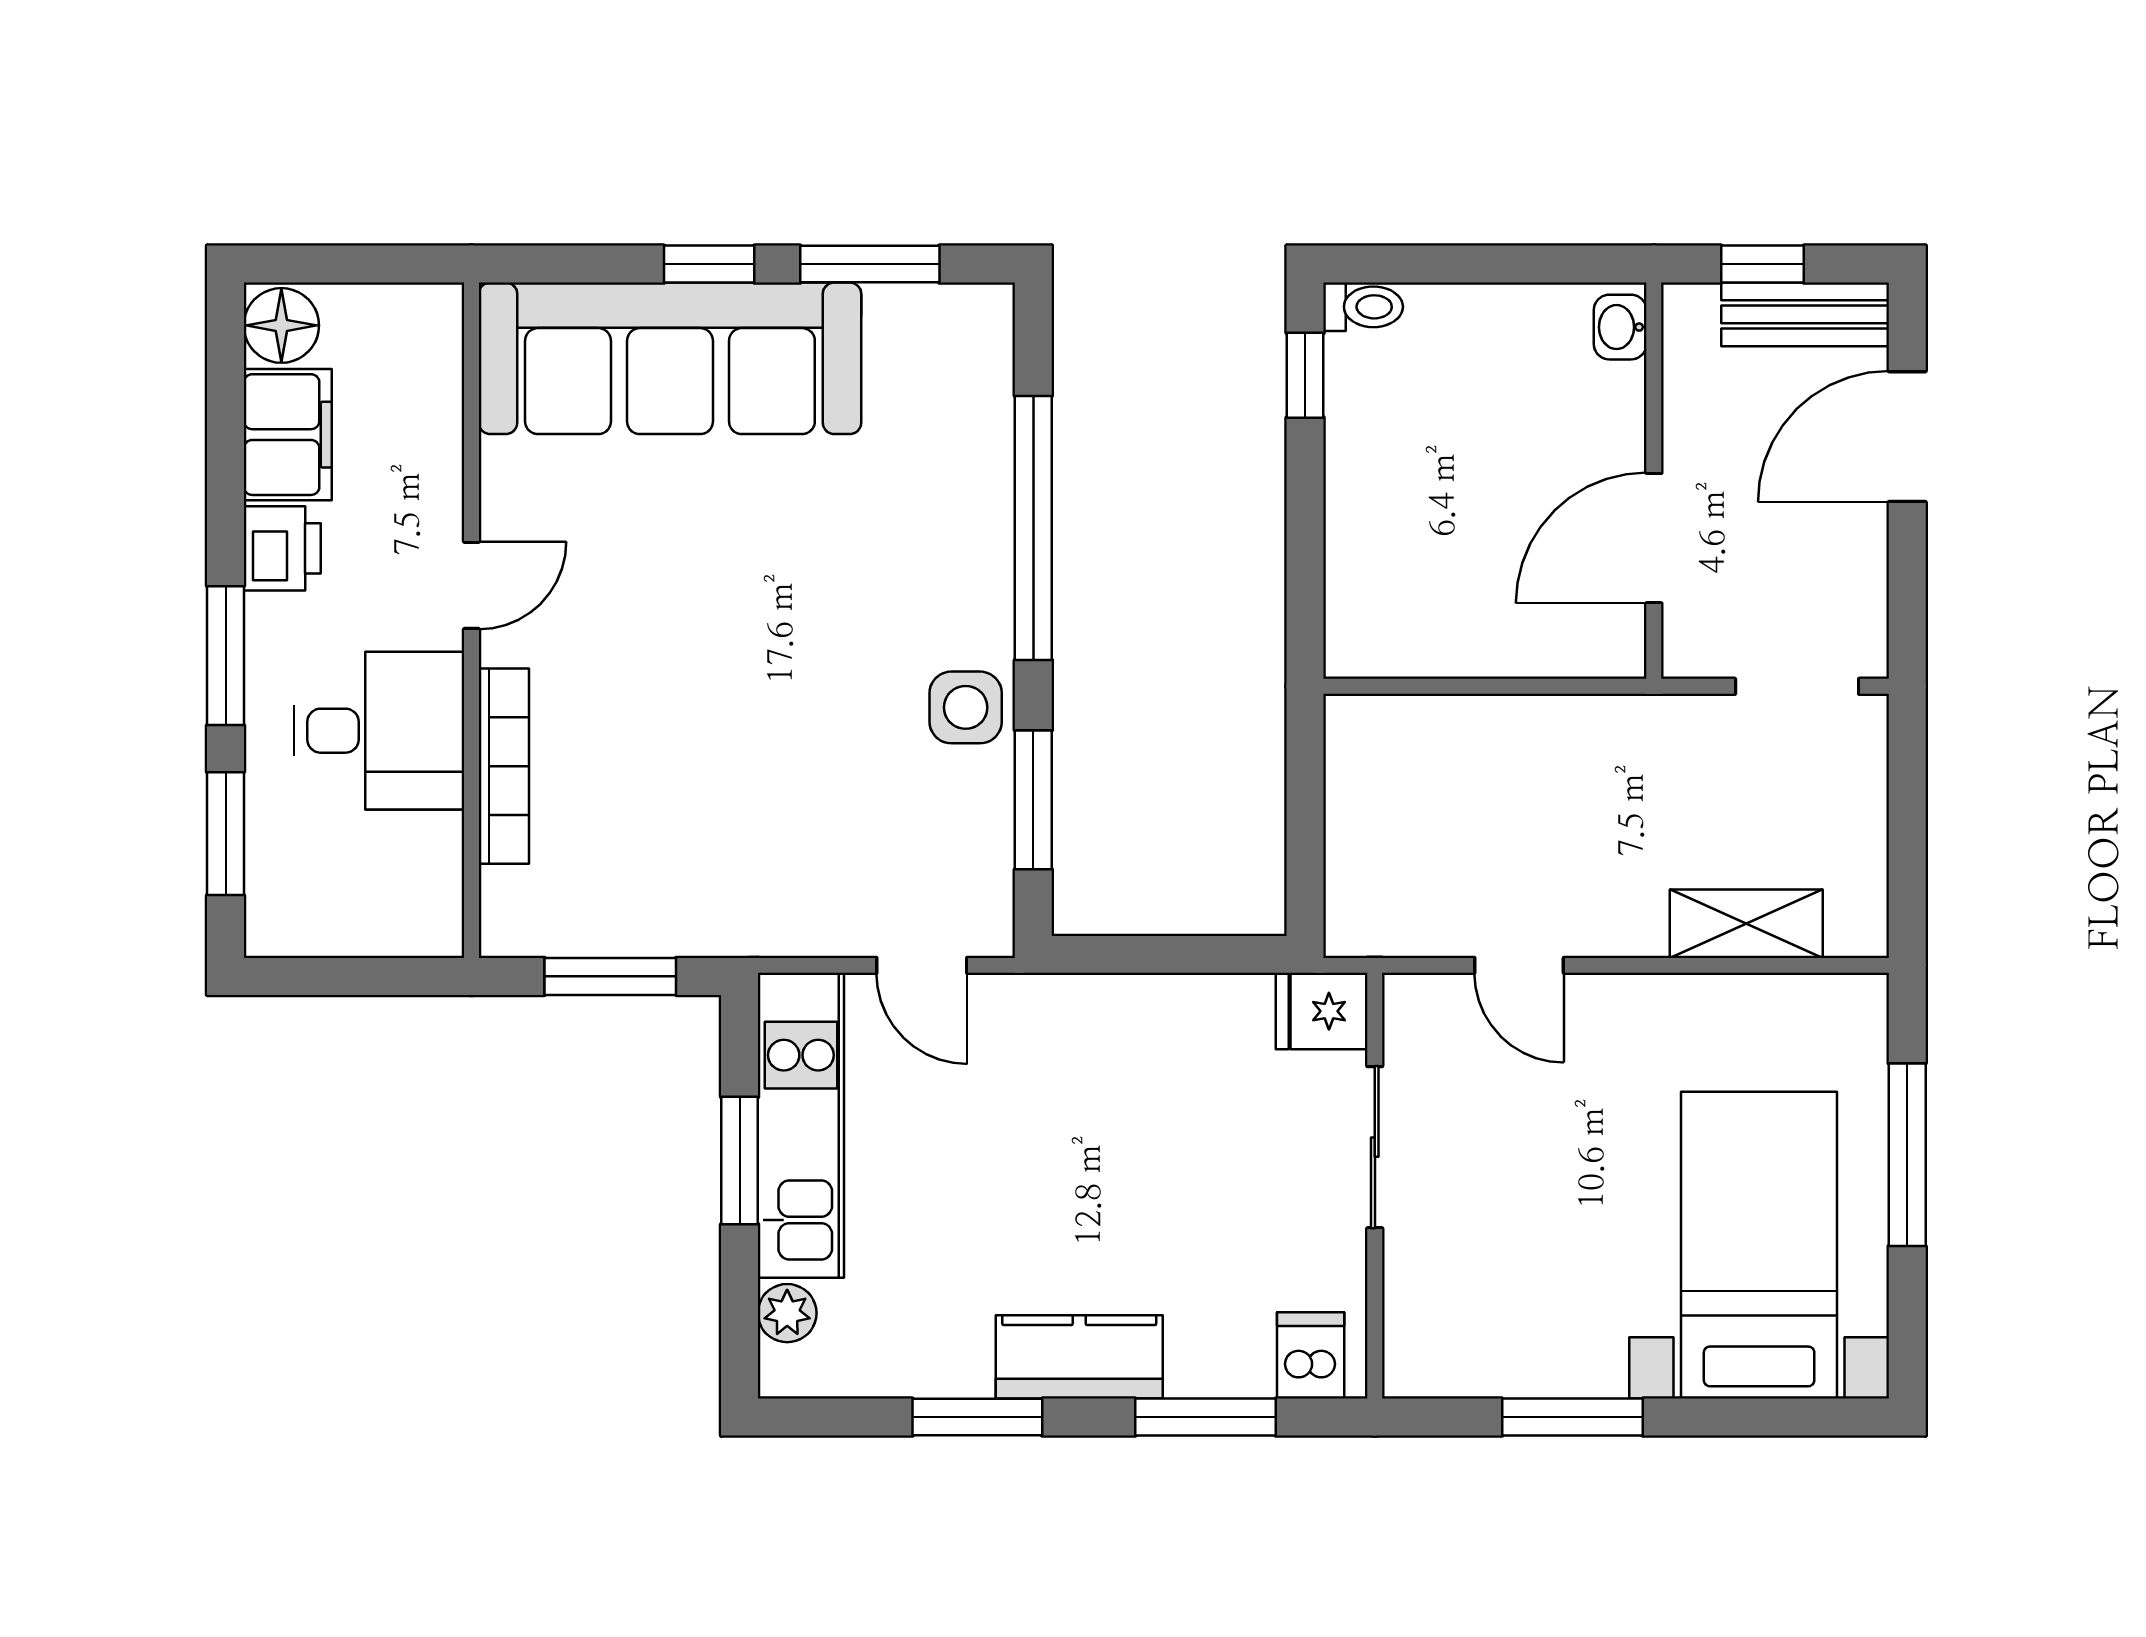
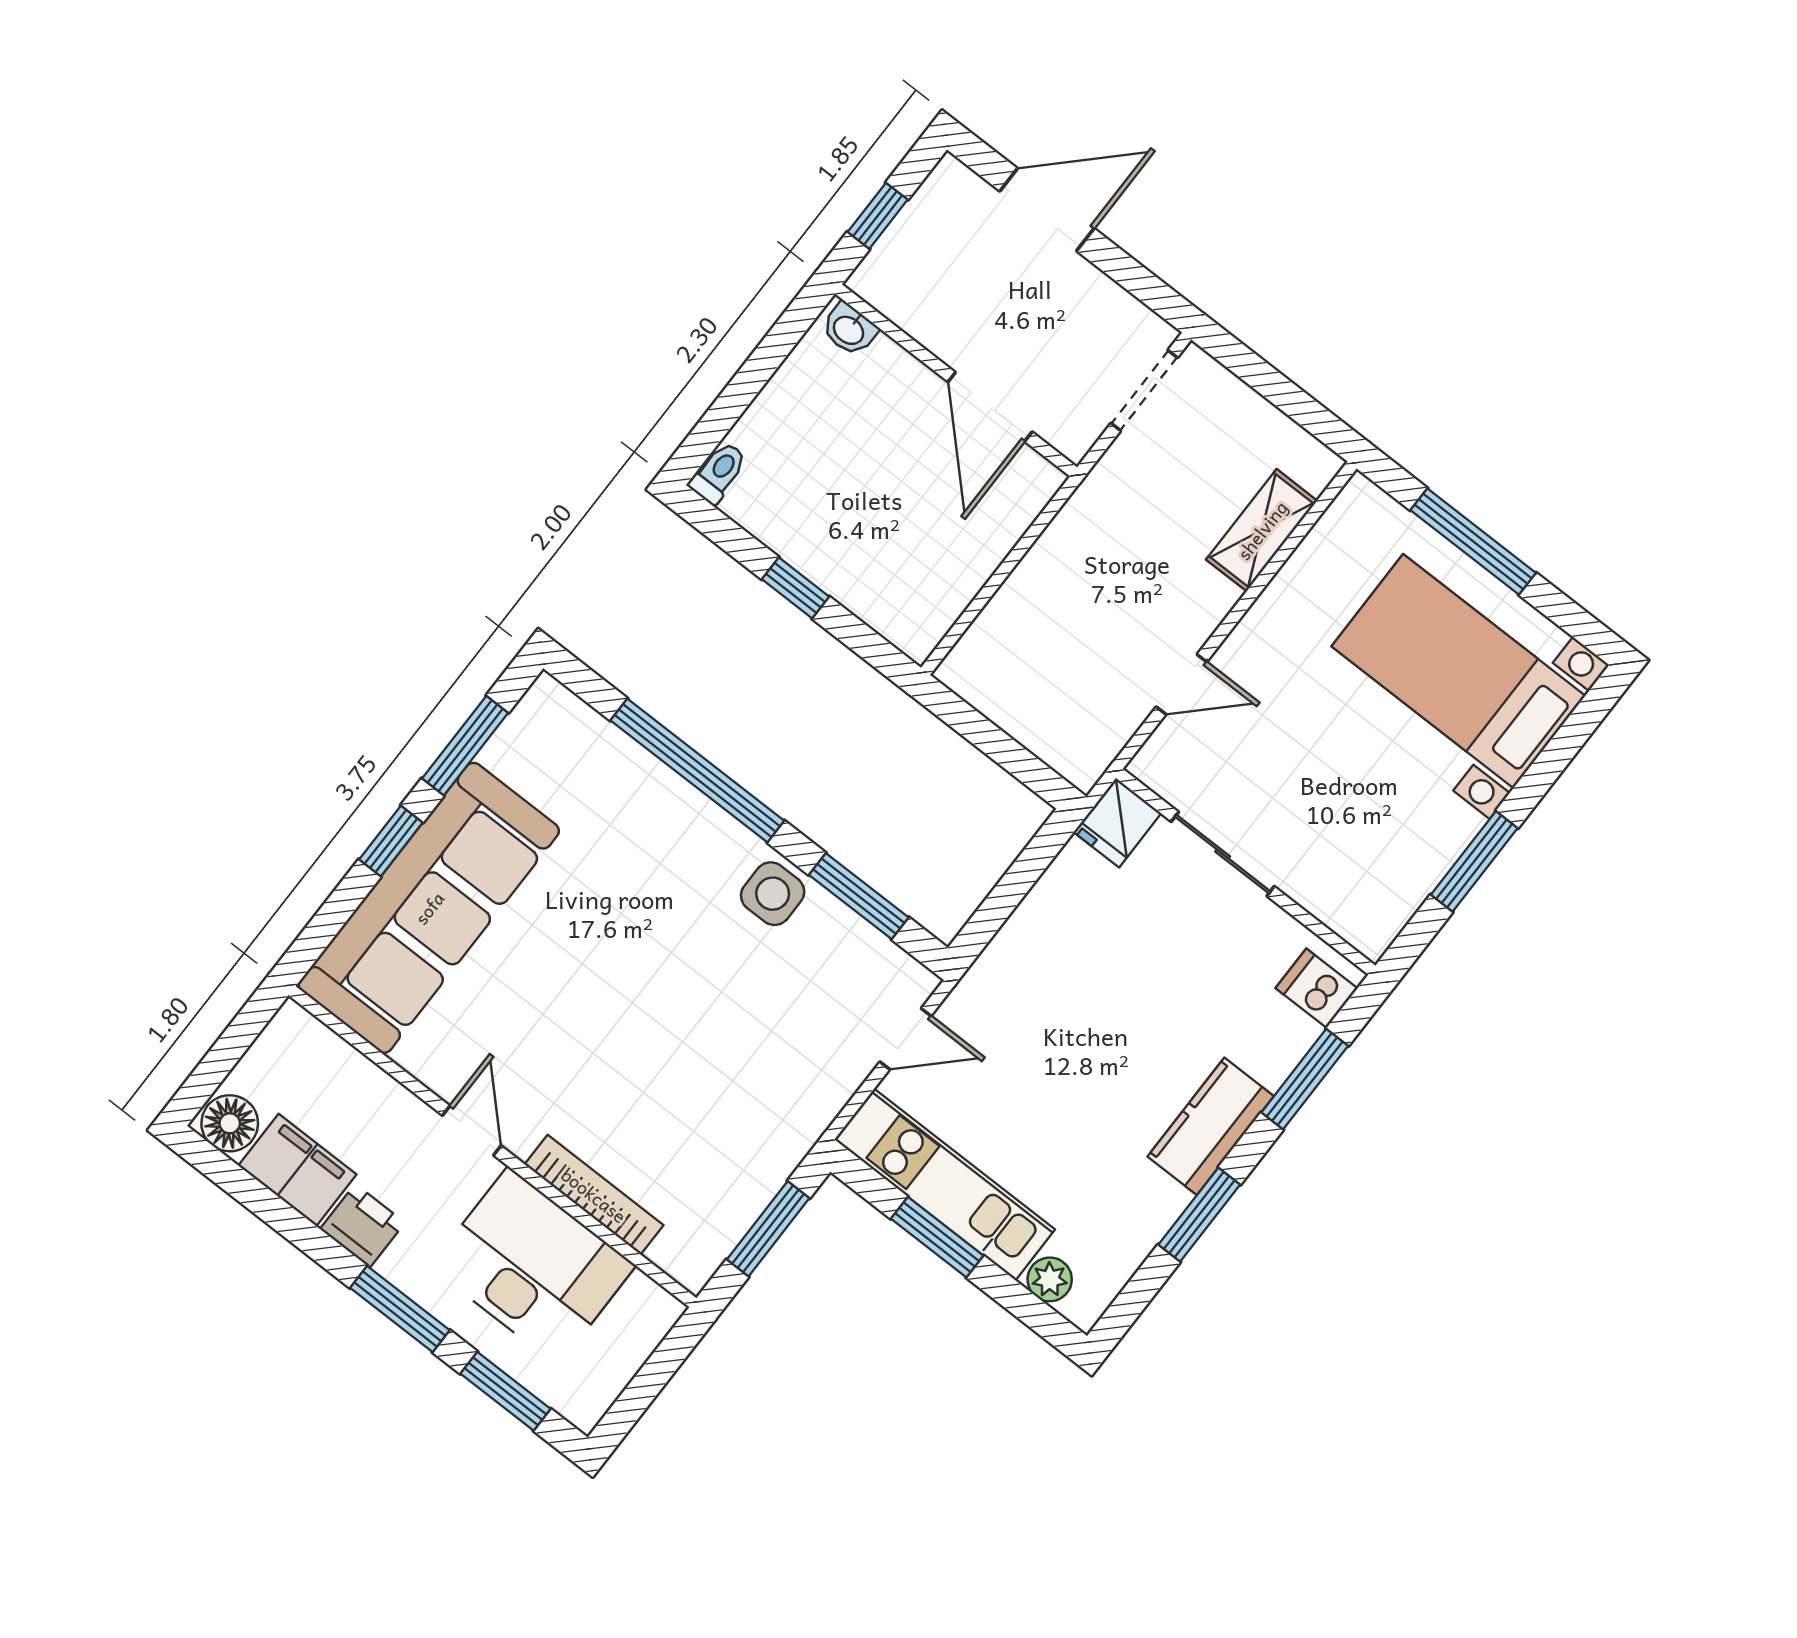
bench: (1805, 314) -> (927, 214), removed
window: (1305, 375) -> (795, 588), moved
door: (1907, 437) -> (1047, 210), swing flipped
desk: (379, 731) -> (533, 1266), width x1.37

